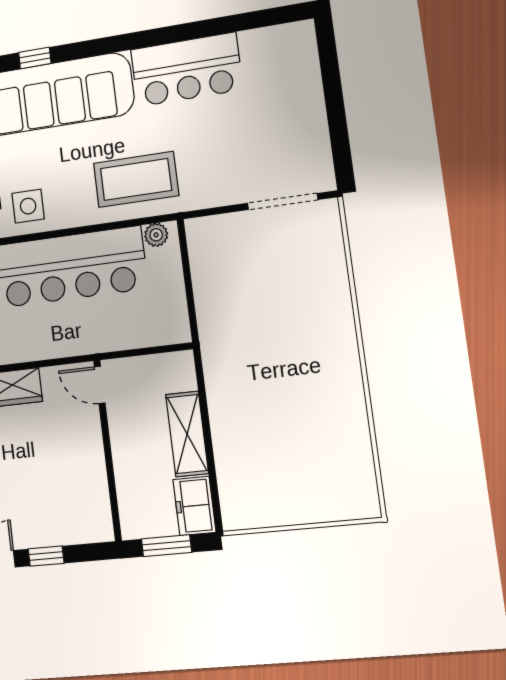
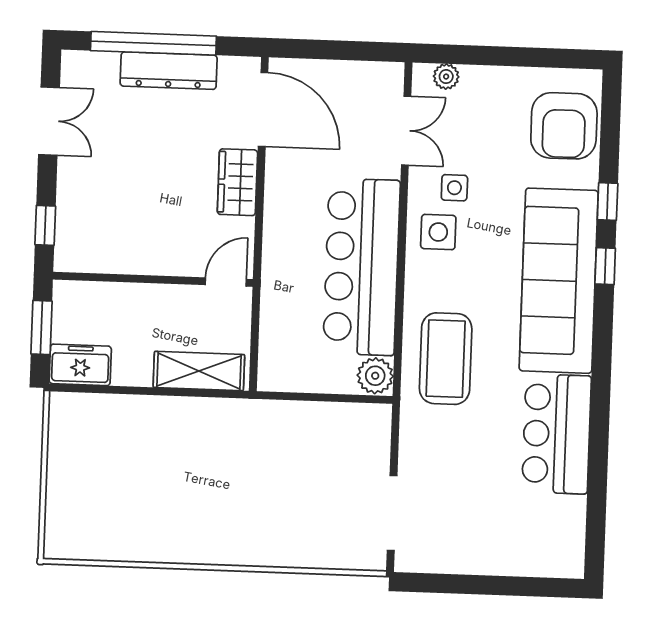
plant: (156, 235) -> (375, 376), width x1.38, depth x1.38
shelving: (187, 434) -> (199, 371), moved
window: (46, 556) -> (45, 225), moved

